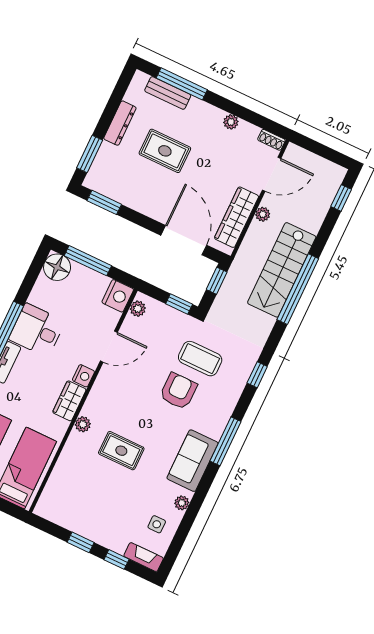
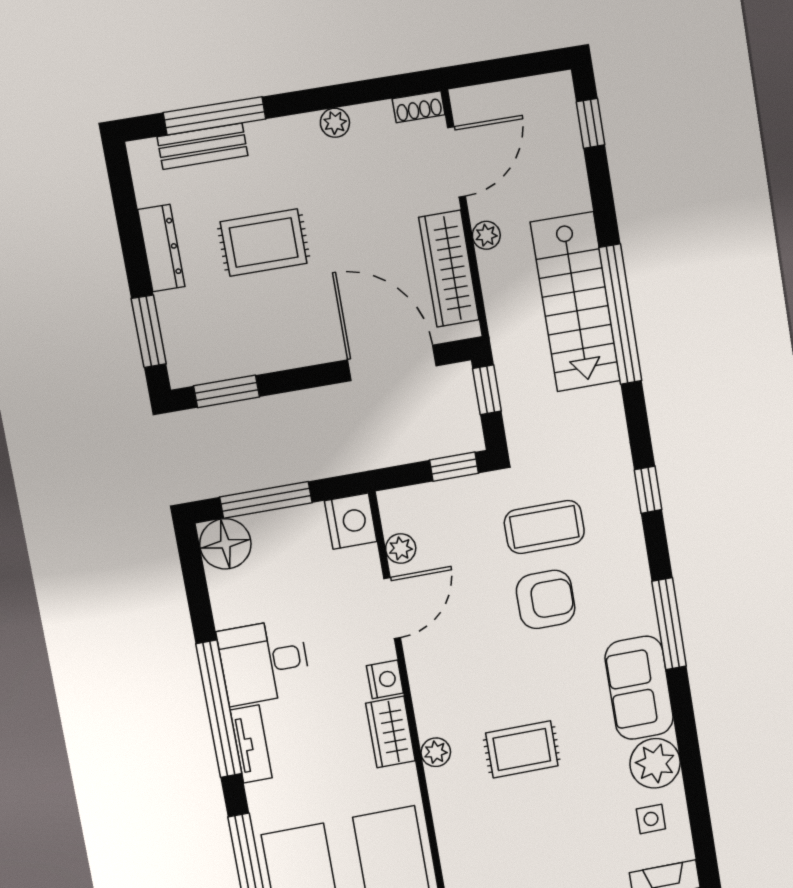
plant: (138, 309) -> (401, 548), moved
armchair: (178, 391) -> (546, 599), turned 90
plant: (182, 503) -> (655, 763), width x1.87, depth x1.87

